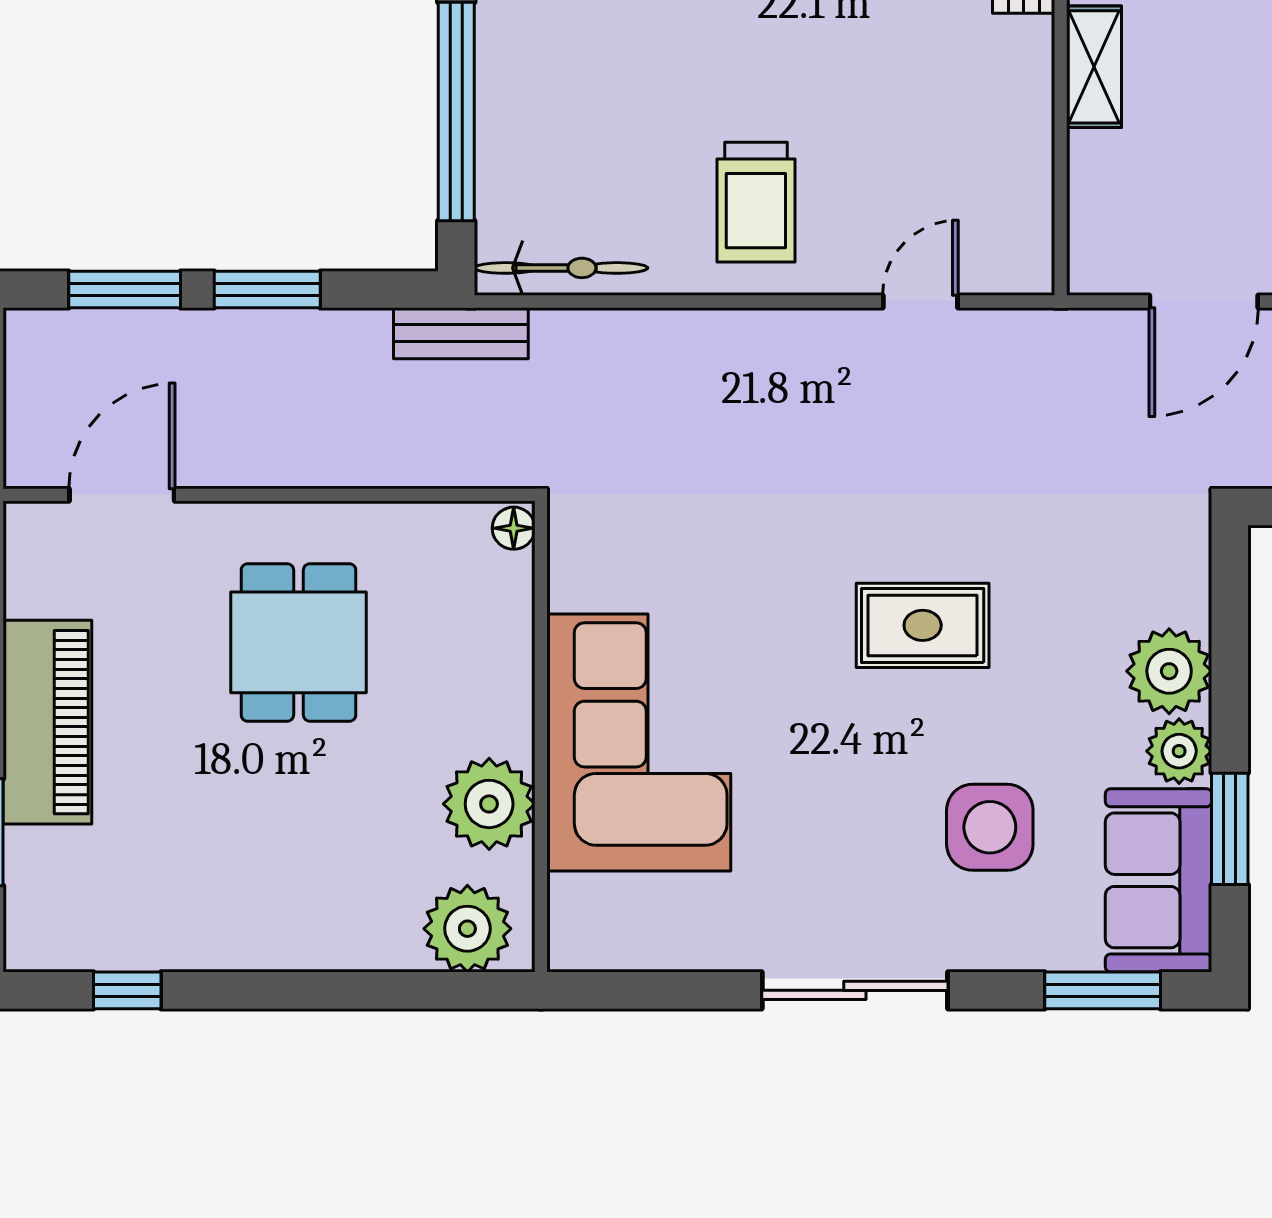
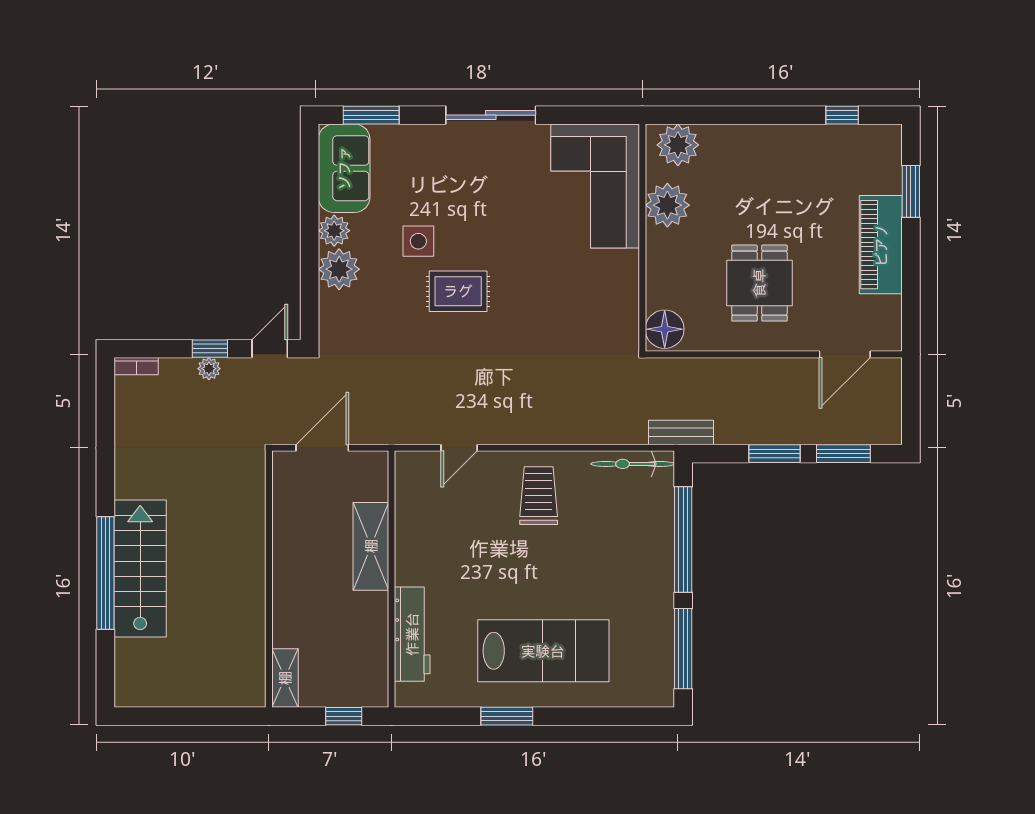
shelving: (1094, 67) -> (371, 546), width x1.50, depth x1.33
floor lamp: (514, 528) -> (665, 329), width x1.89, depth x1.89
corner sofa: (639, 742) -> (595, 186), moved
side table: (990, 827) -> (418, 241), moved, width x0.73, depth x0.73
window: (1230, 829) -> (310, 193), removed

